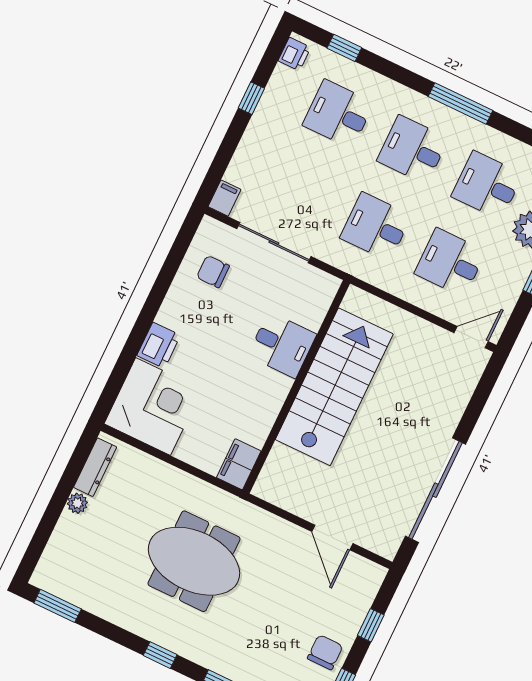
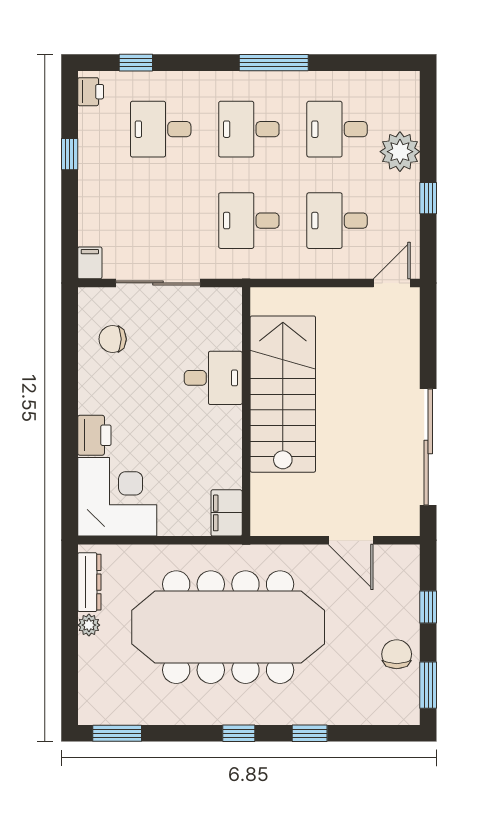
meeting table: (194, 561) -> (228, 627), width x1.86, depth x1.27

